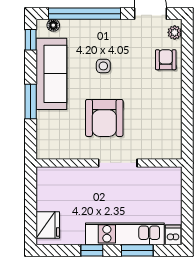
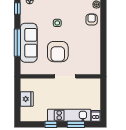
sofa: (51, 74) -> (29, 43), moved
window: (31, 102) -> (17, 43), width x1.44
fridge: (48, 225) -> (27, 99), moved

